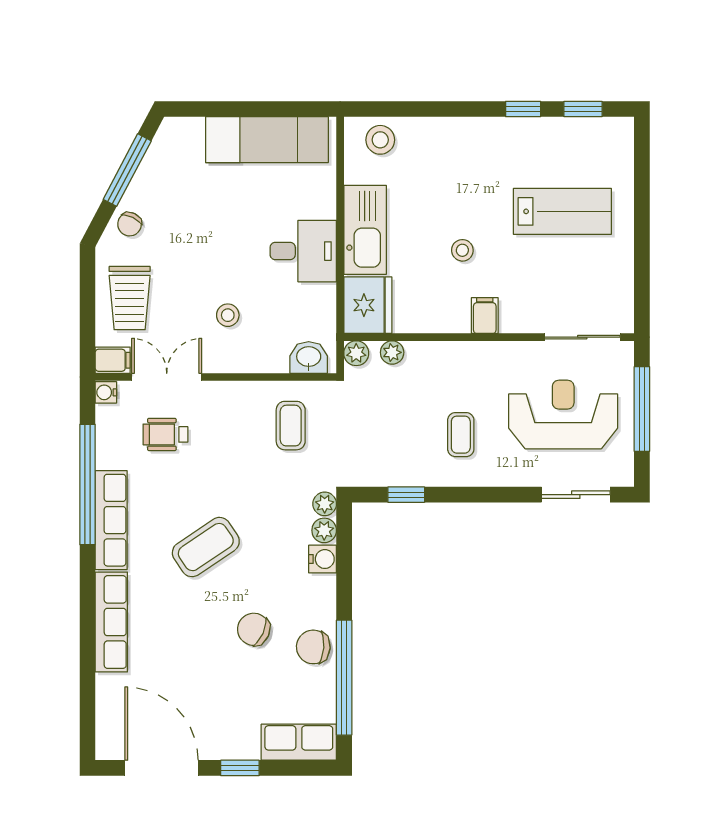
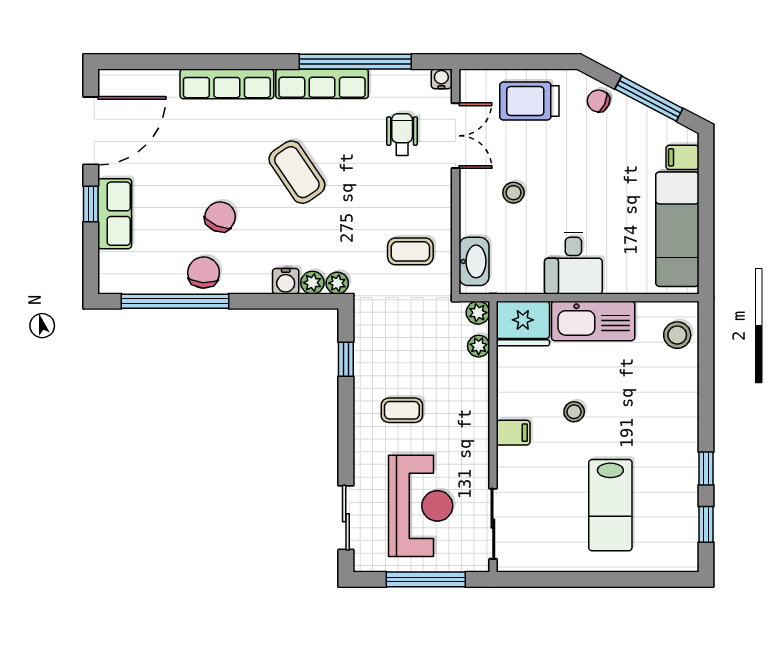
washbasin: (309, 357) -> (474, 261), width x1.38
filing cabinet: (113, 360) -> (682, 157), moved, turned 90
row of seats: (299, 742) -> (115, 214), moved

